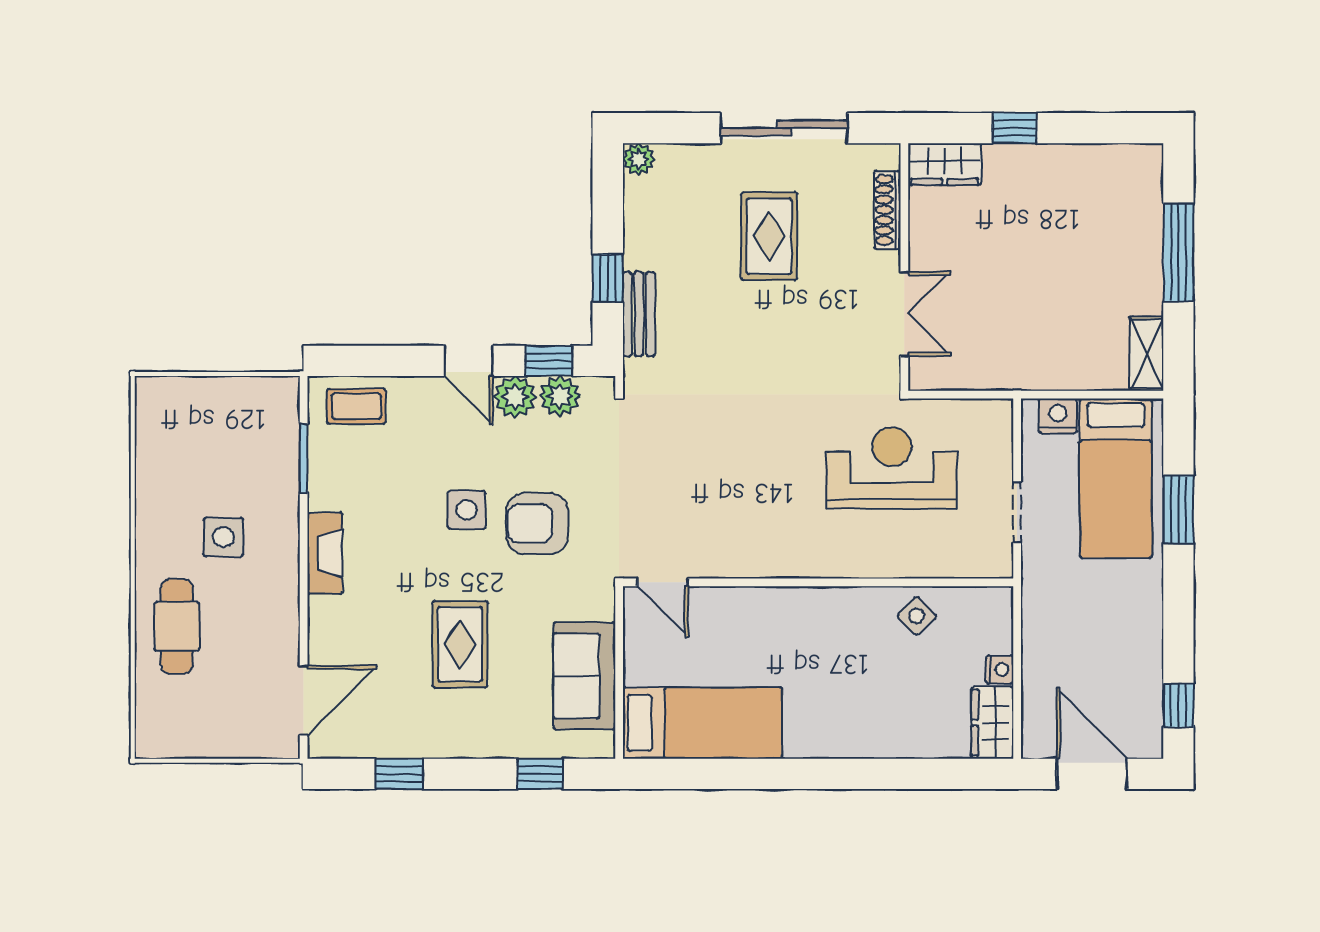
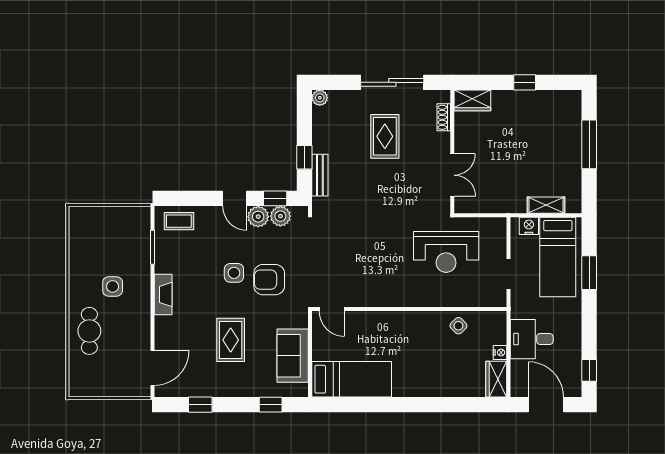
window: (1015, 128) -> (525, 82), moved
shoe rack: (887, 210) -> (444, 117), width x0.70
shelving: (1147, 354) -> (546, 205), moved, turned 90
reception desk: (892, 468) -> (446, 252), turned 180
desk: (1063, 642) -> (532, 339), added

